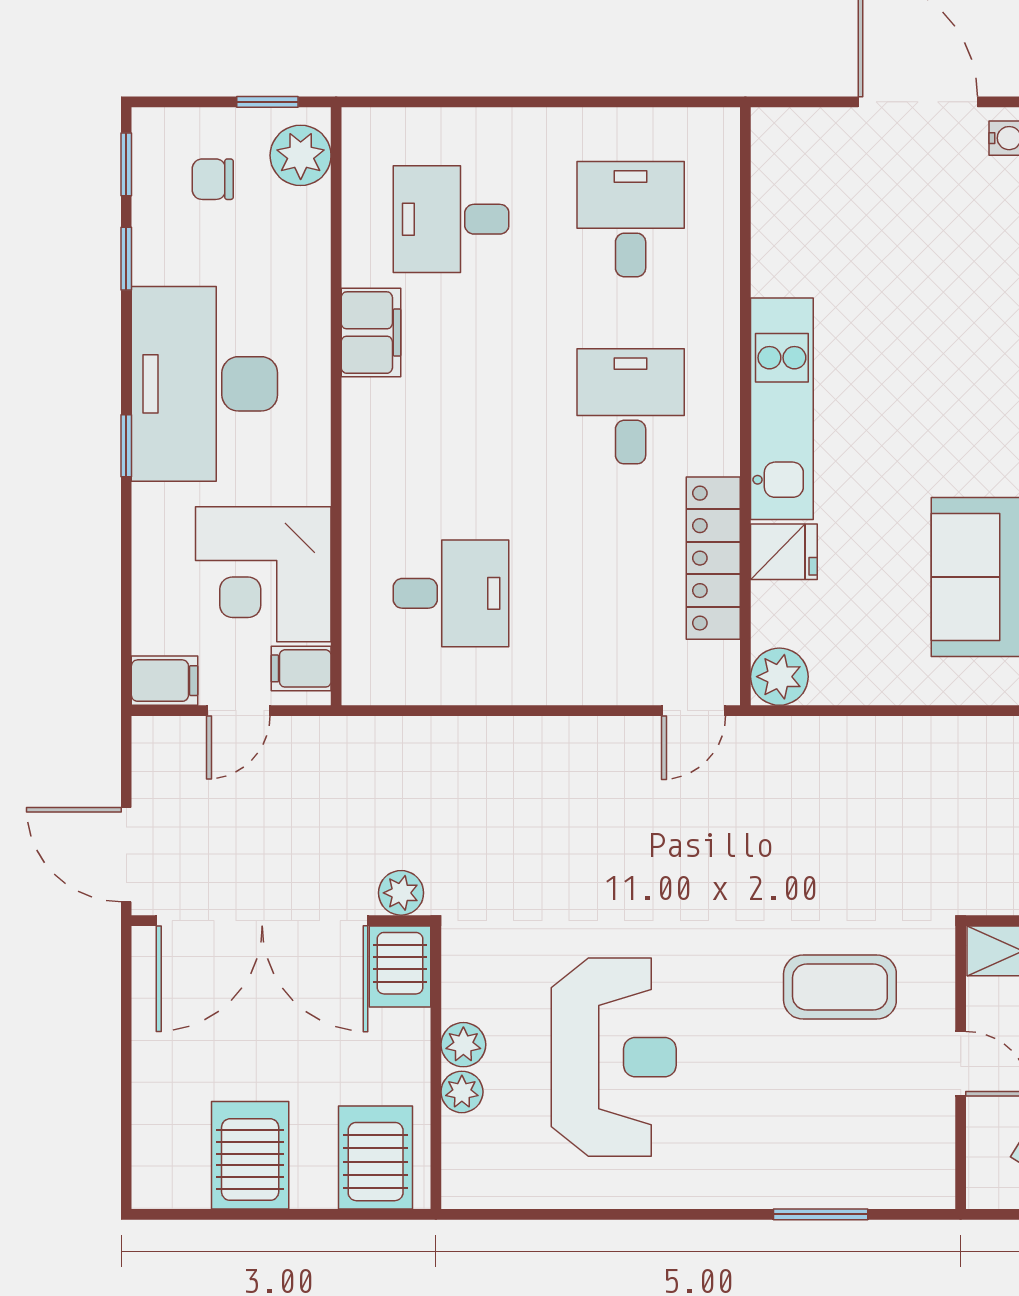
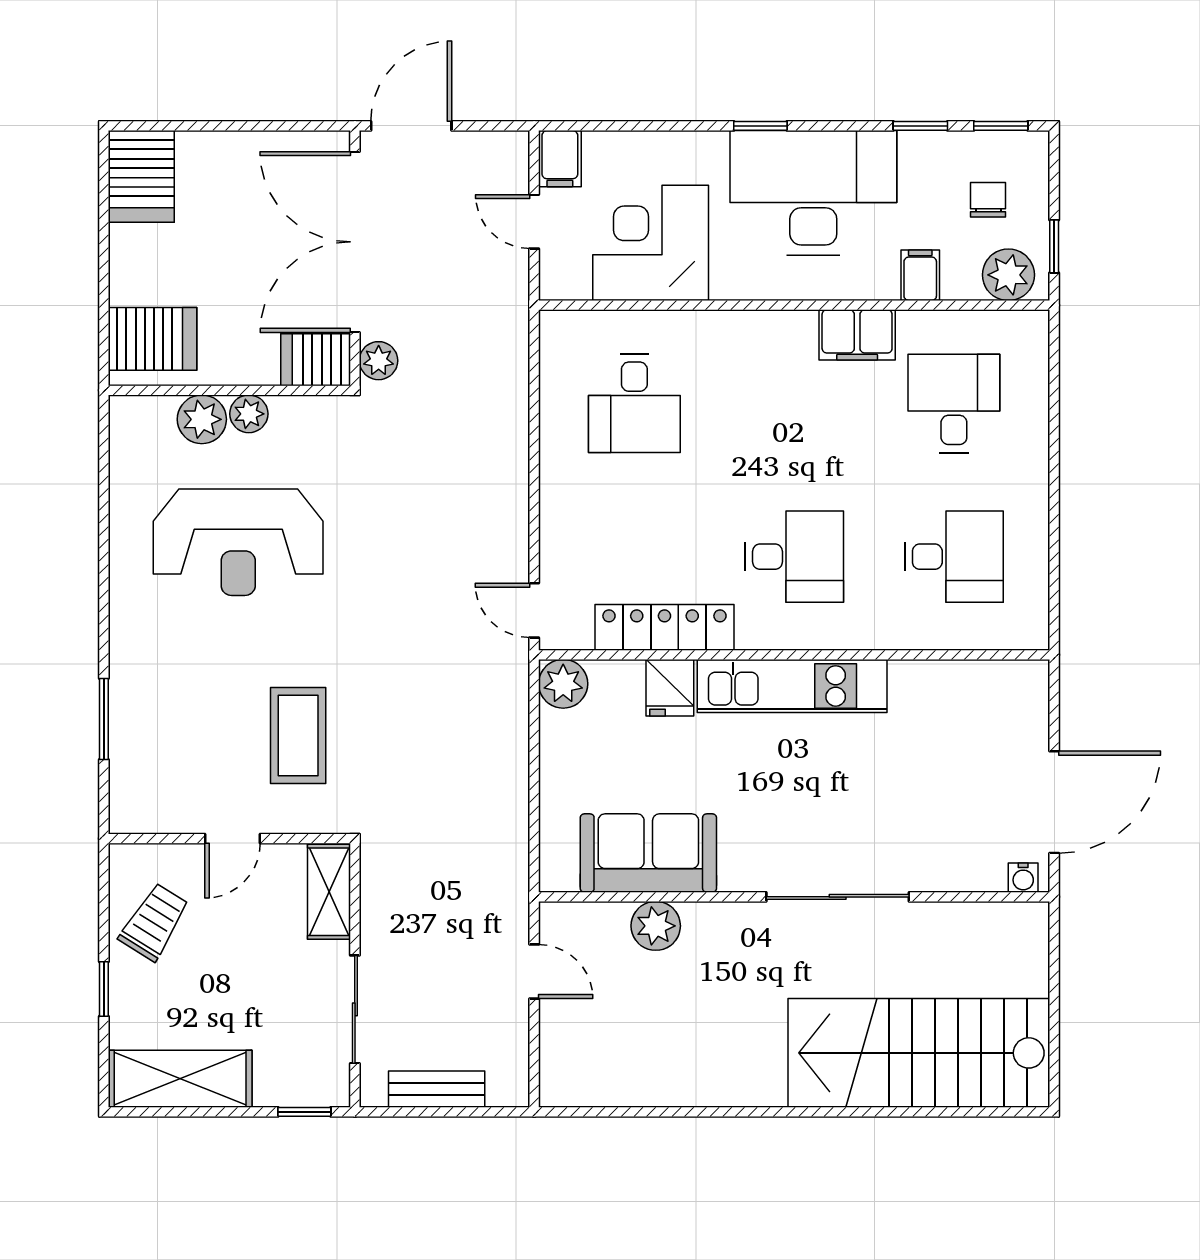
filing cabinet: (301, 668) -> (920, 275), moved
plant: (462, 1092) -> (202, 419), width x1.38, depth x1.38
server rack: (250, 1155) -> (141, 176), moved, turned 90

